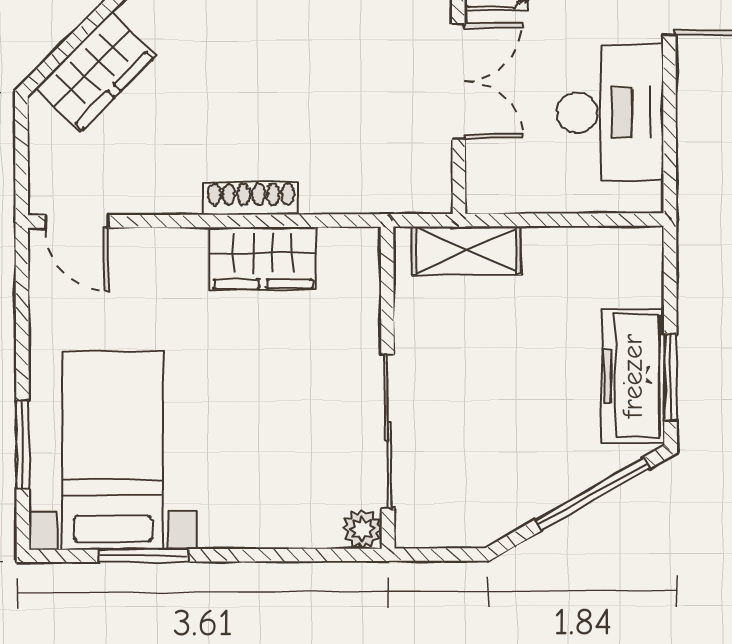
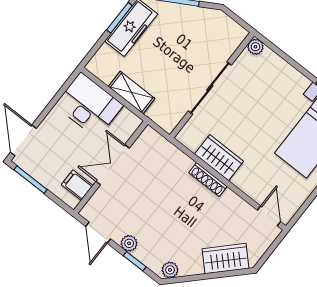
desk: (610, 113) -> (89, 105), moved, turned 90
shelving: (466, 251) -> (132, 92), moved
sliding door: (388, 431) -> (210, 88), moved

